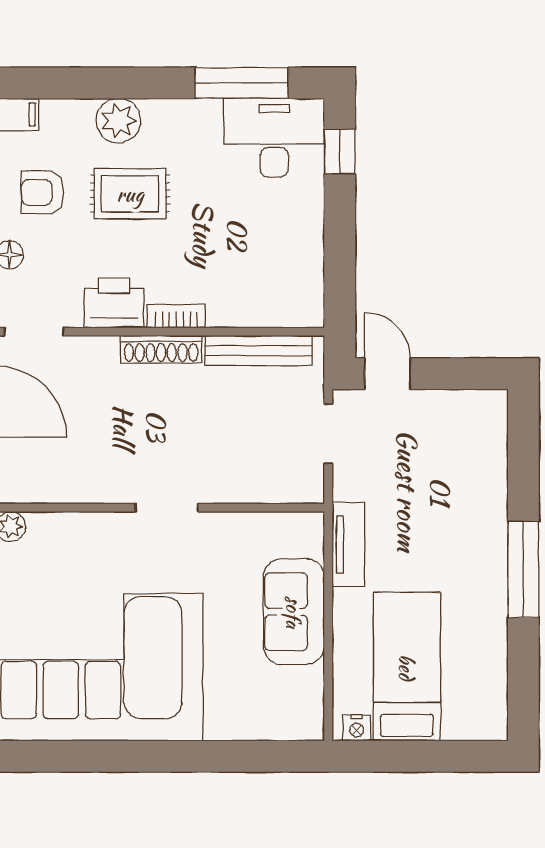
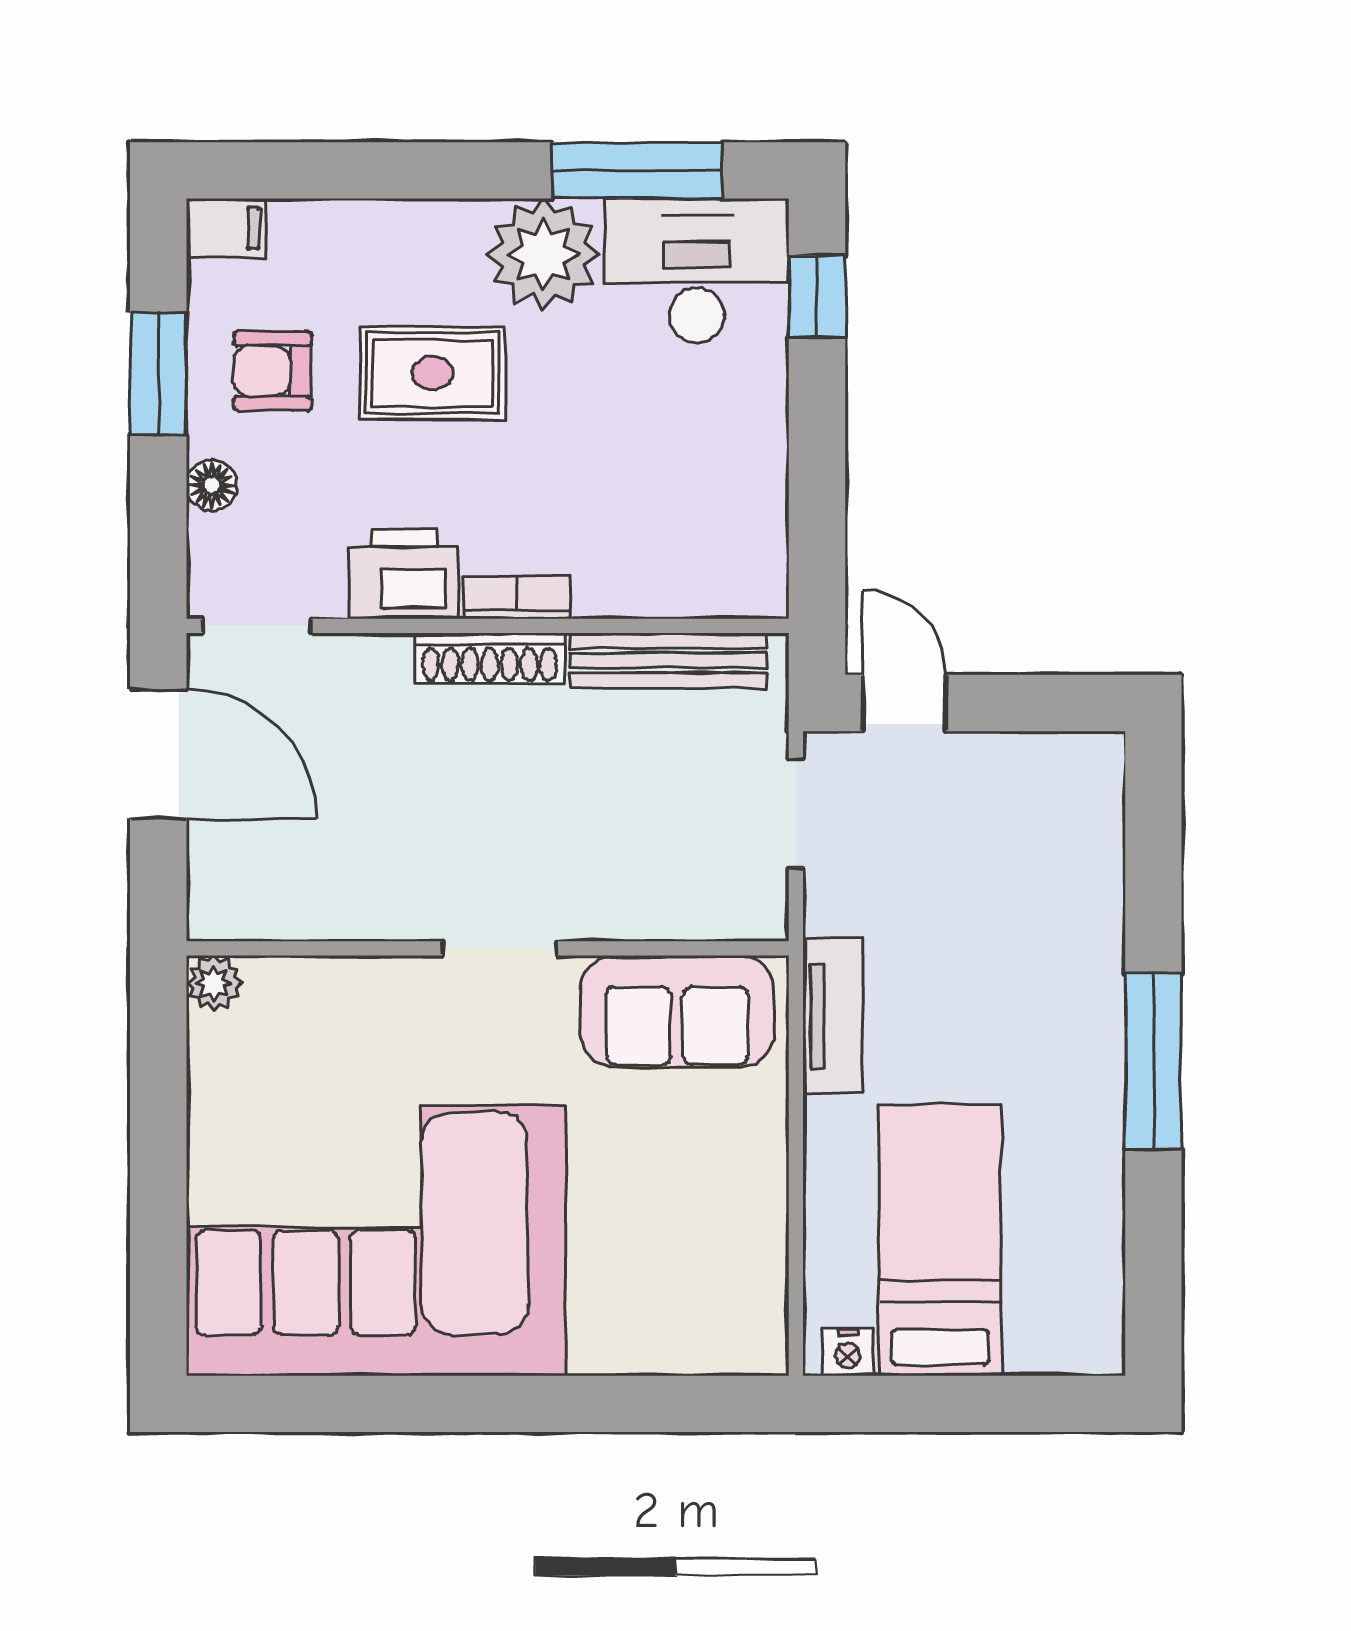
plant: (118, 121) -> (543, 254), moved, width x1.36, depth x1.36
sofa: (294, 612) -> (677, 1011), moved, turned -90

